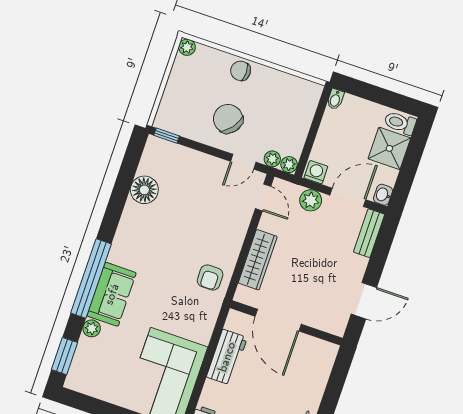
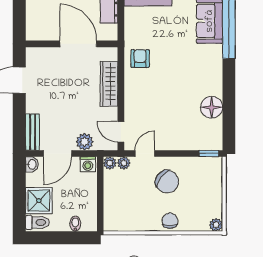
chair: (241, 71) -> (170, 221), turned -90
bidet: (335, 99) -> (75, 224), moved

